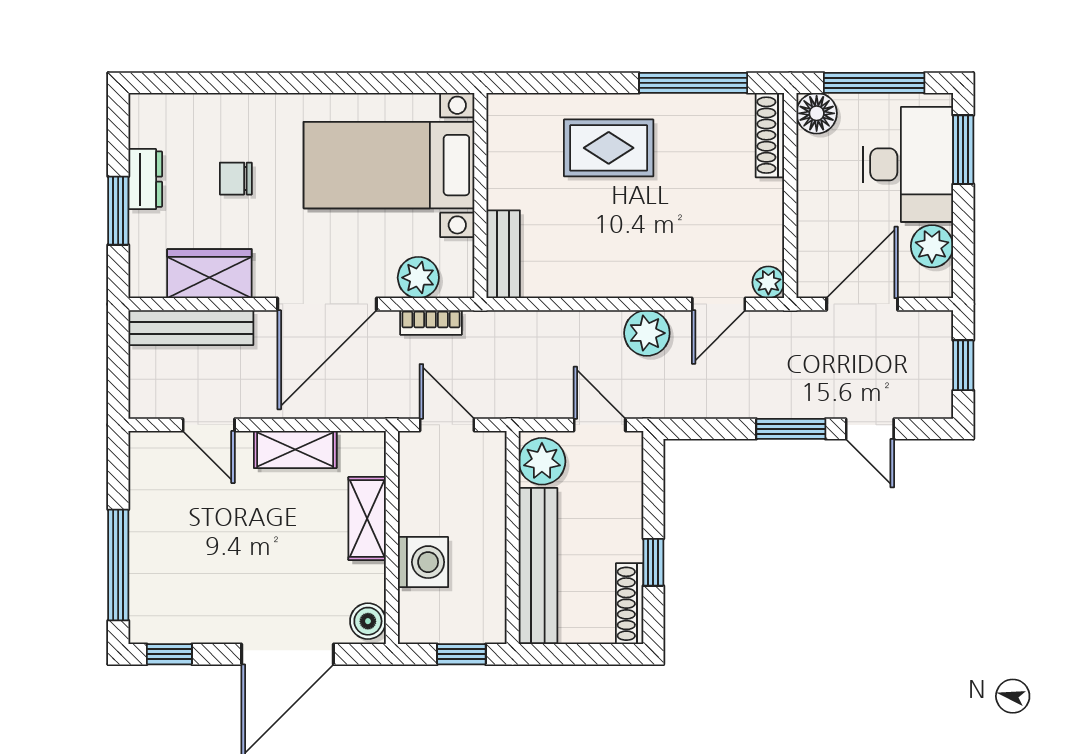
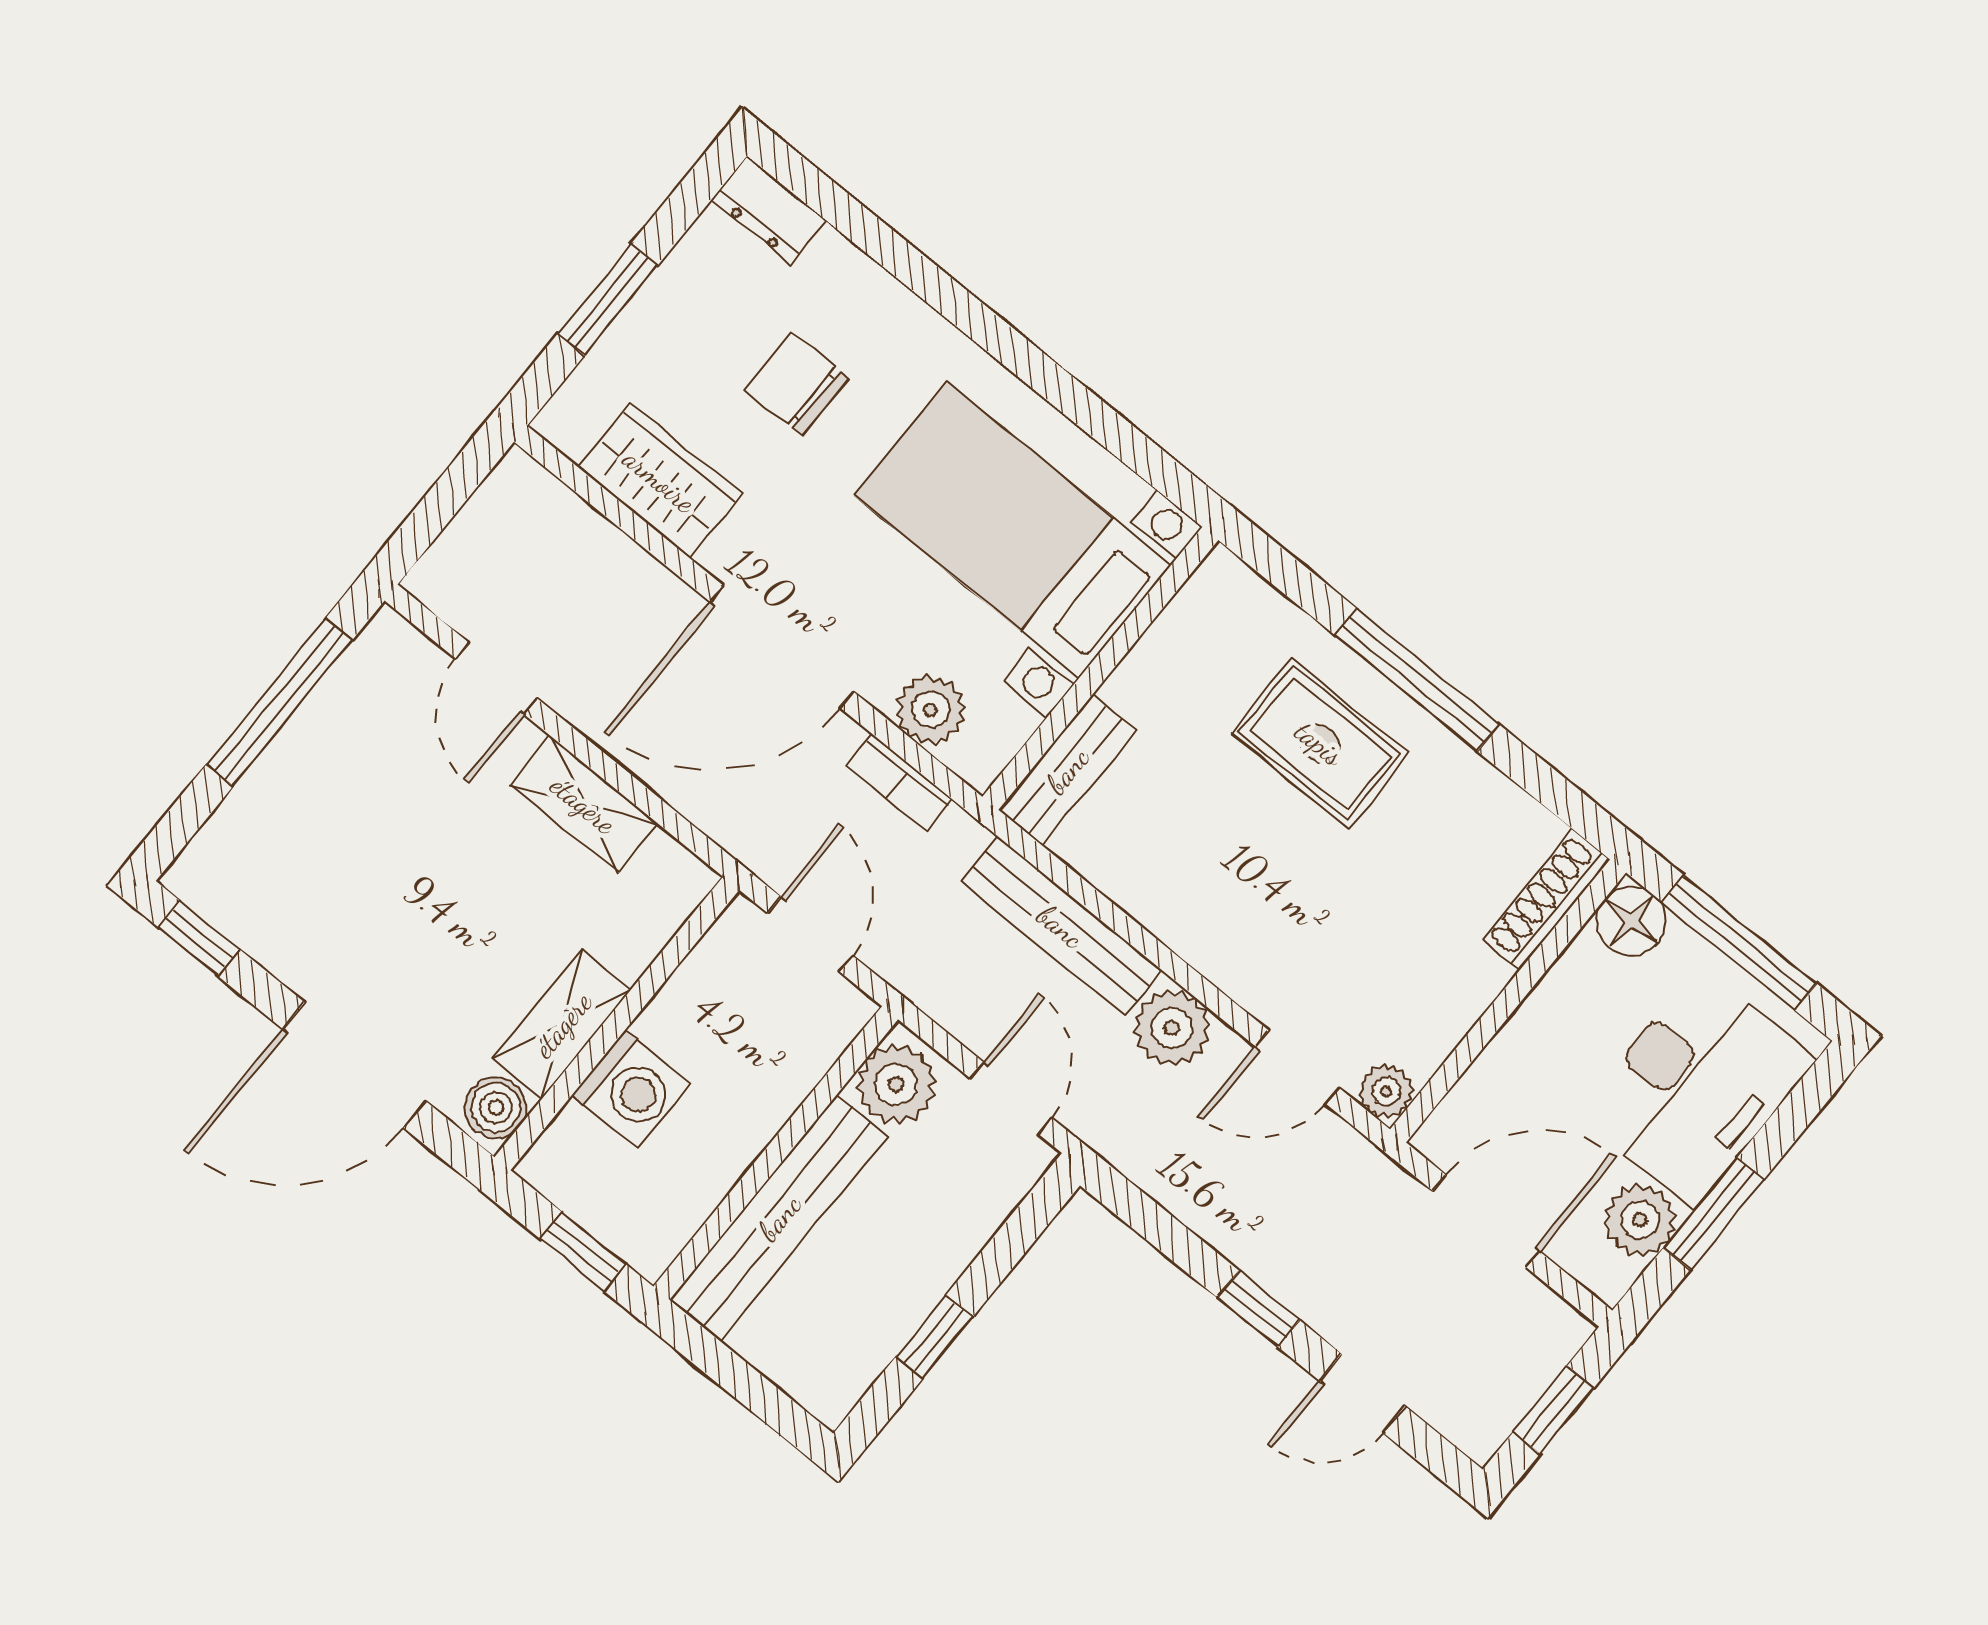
window: (693, 83) -> (1417, 680), moved
window: (963, 150) -> (1714, 1214), moved
dresser: (145, 179) -> (769, 210), moved, turned 90
chair: (236, 179) -> (797, 384), width x1.37, depth x1.37
bench: (191, 328) -> (1061, 926), moved
window: (791, 429) -> (1258, 1309), width x0.67
door: (870, 429) -> (1362, 1393), hinge flipped
shelving: (367, 518) -> (562, 1024), moved
window: (118, 565) -> (279, 702), moved
shoe rack: (630, 604) -> (859, 1366), removed

